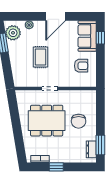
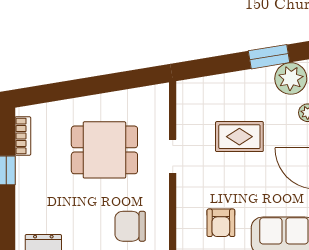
dining table: (47, 121) -> (104, 150), width x0.73
chair: (79, 121) -> (130, 226), moved

